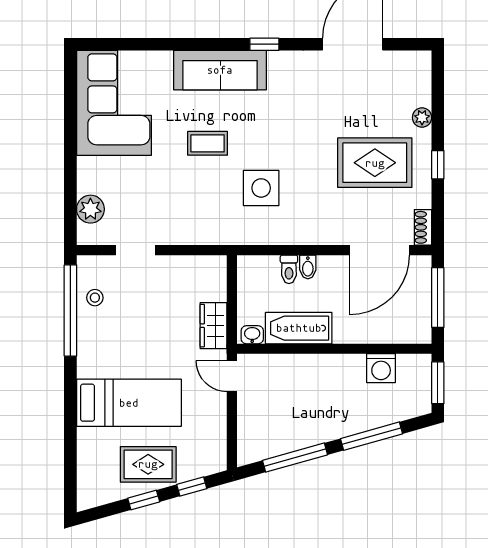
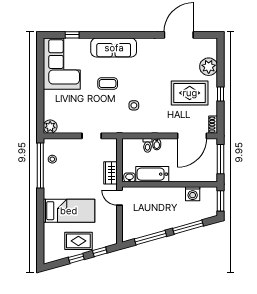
window: (264, 44) -> (72, 35), moved
plant: (422, 118) -> (209, 67), width x1.88, depth x1.88
side table: (261, 188) -> (134, 105), width x0.54, depth x0.54
plant: (90, 209) -> (50, 127), moved
doorway: (135, 250) -> (92, 136), moved

